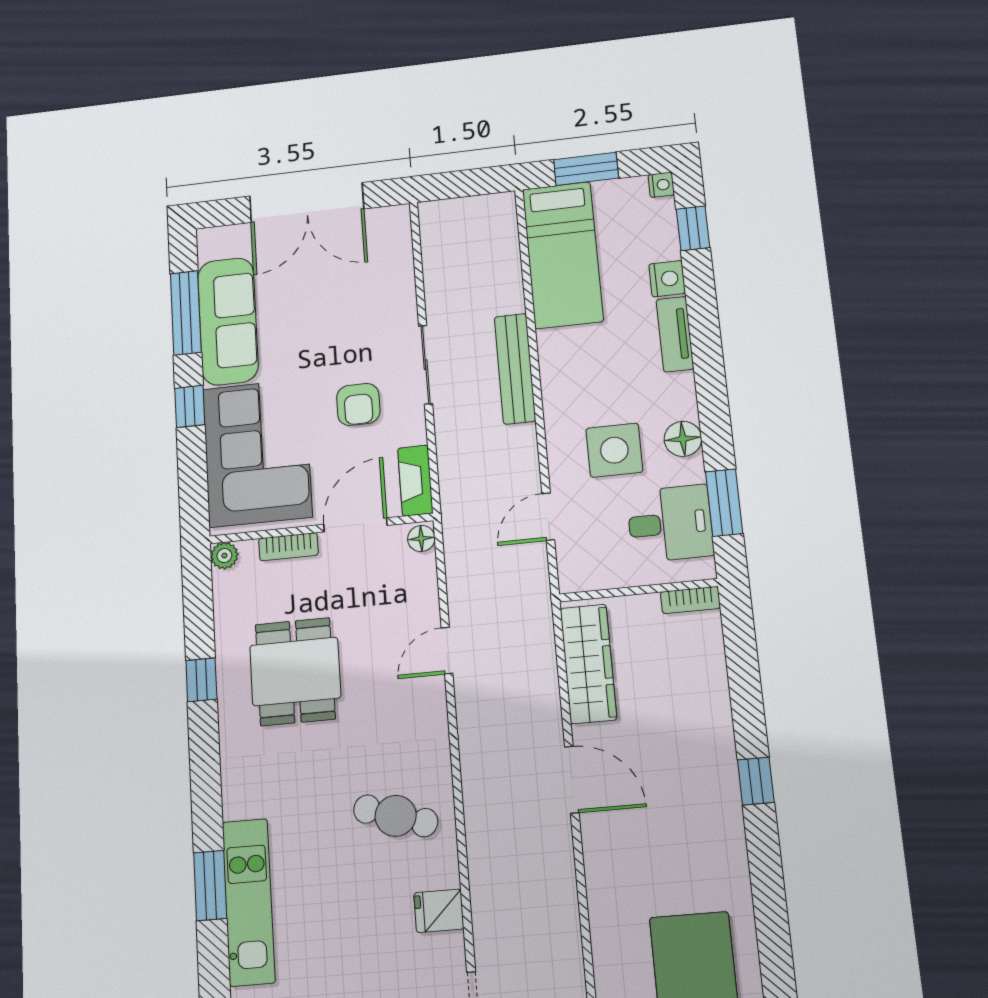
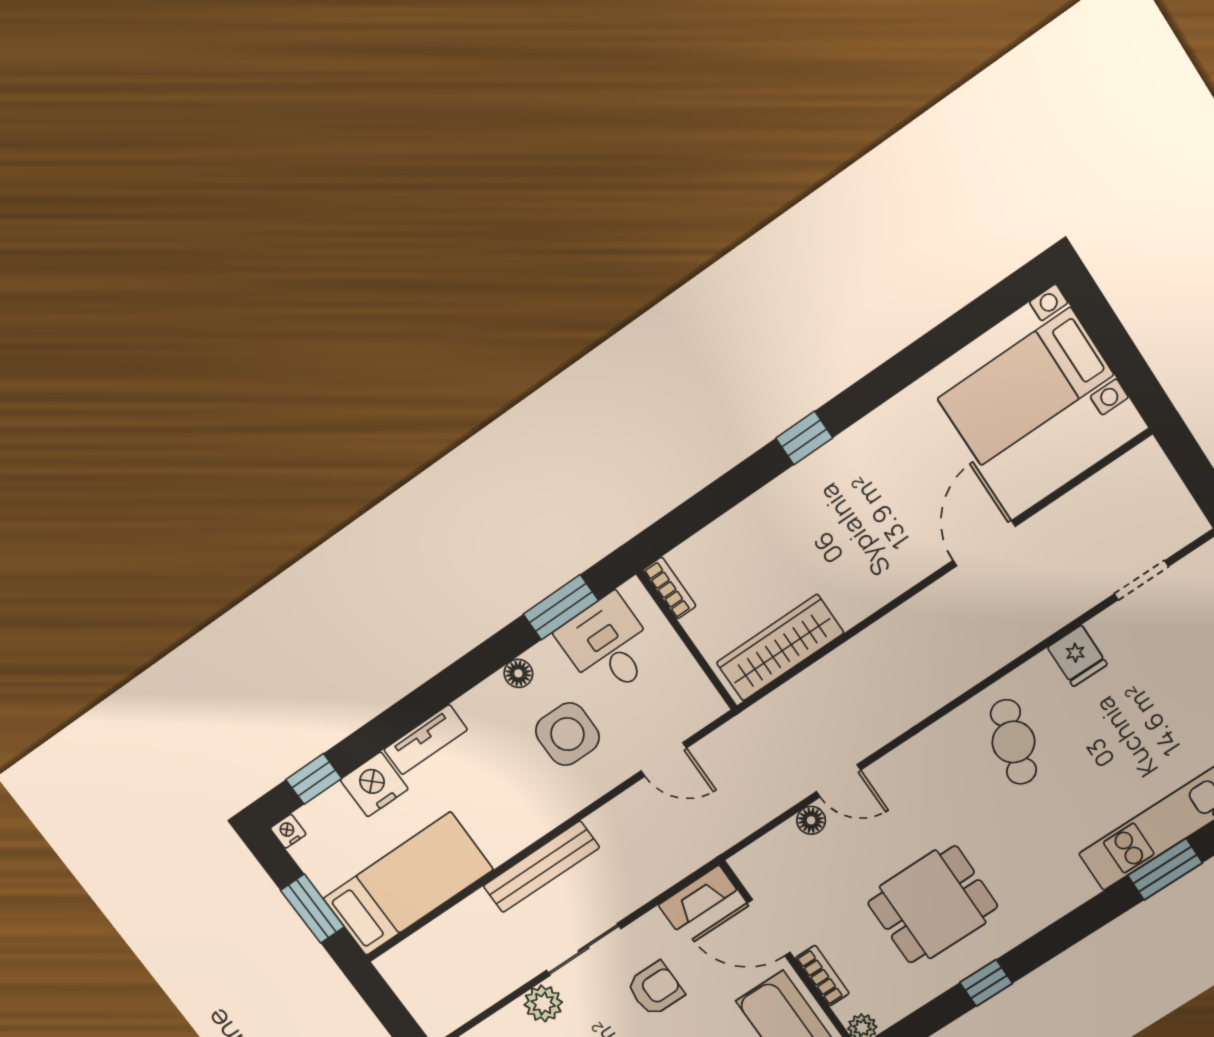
nightstand: (667, 279) -> (374, 784), width x1.36, depth x1.33
plant: (399, 308) -> (543, 1003), added
floor lamp: (683, 439) -> (518, 673), width x0.73, depth x0.73
floor lamp: (421, 538) -> (811, 820), moved
door: (572, 780) -> (984, 543), moved

